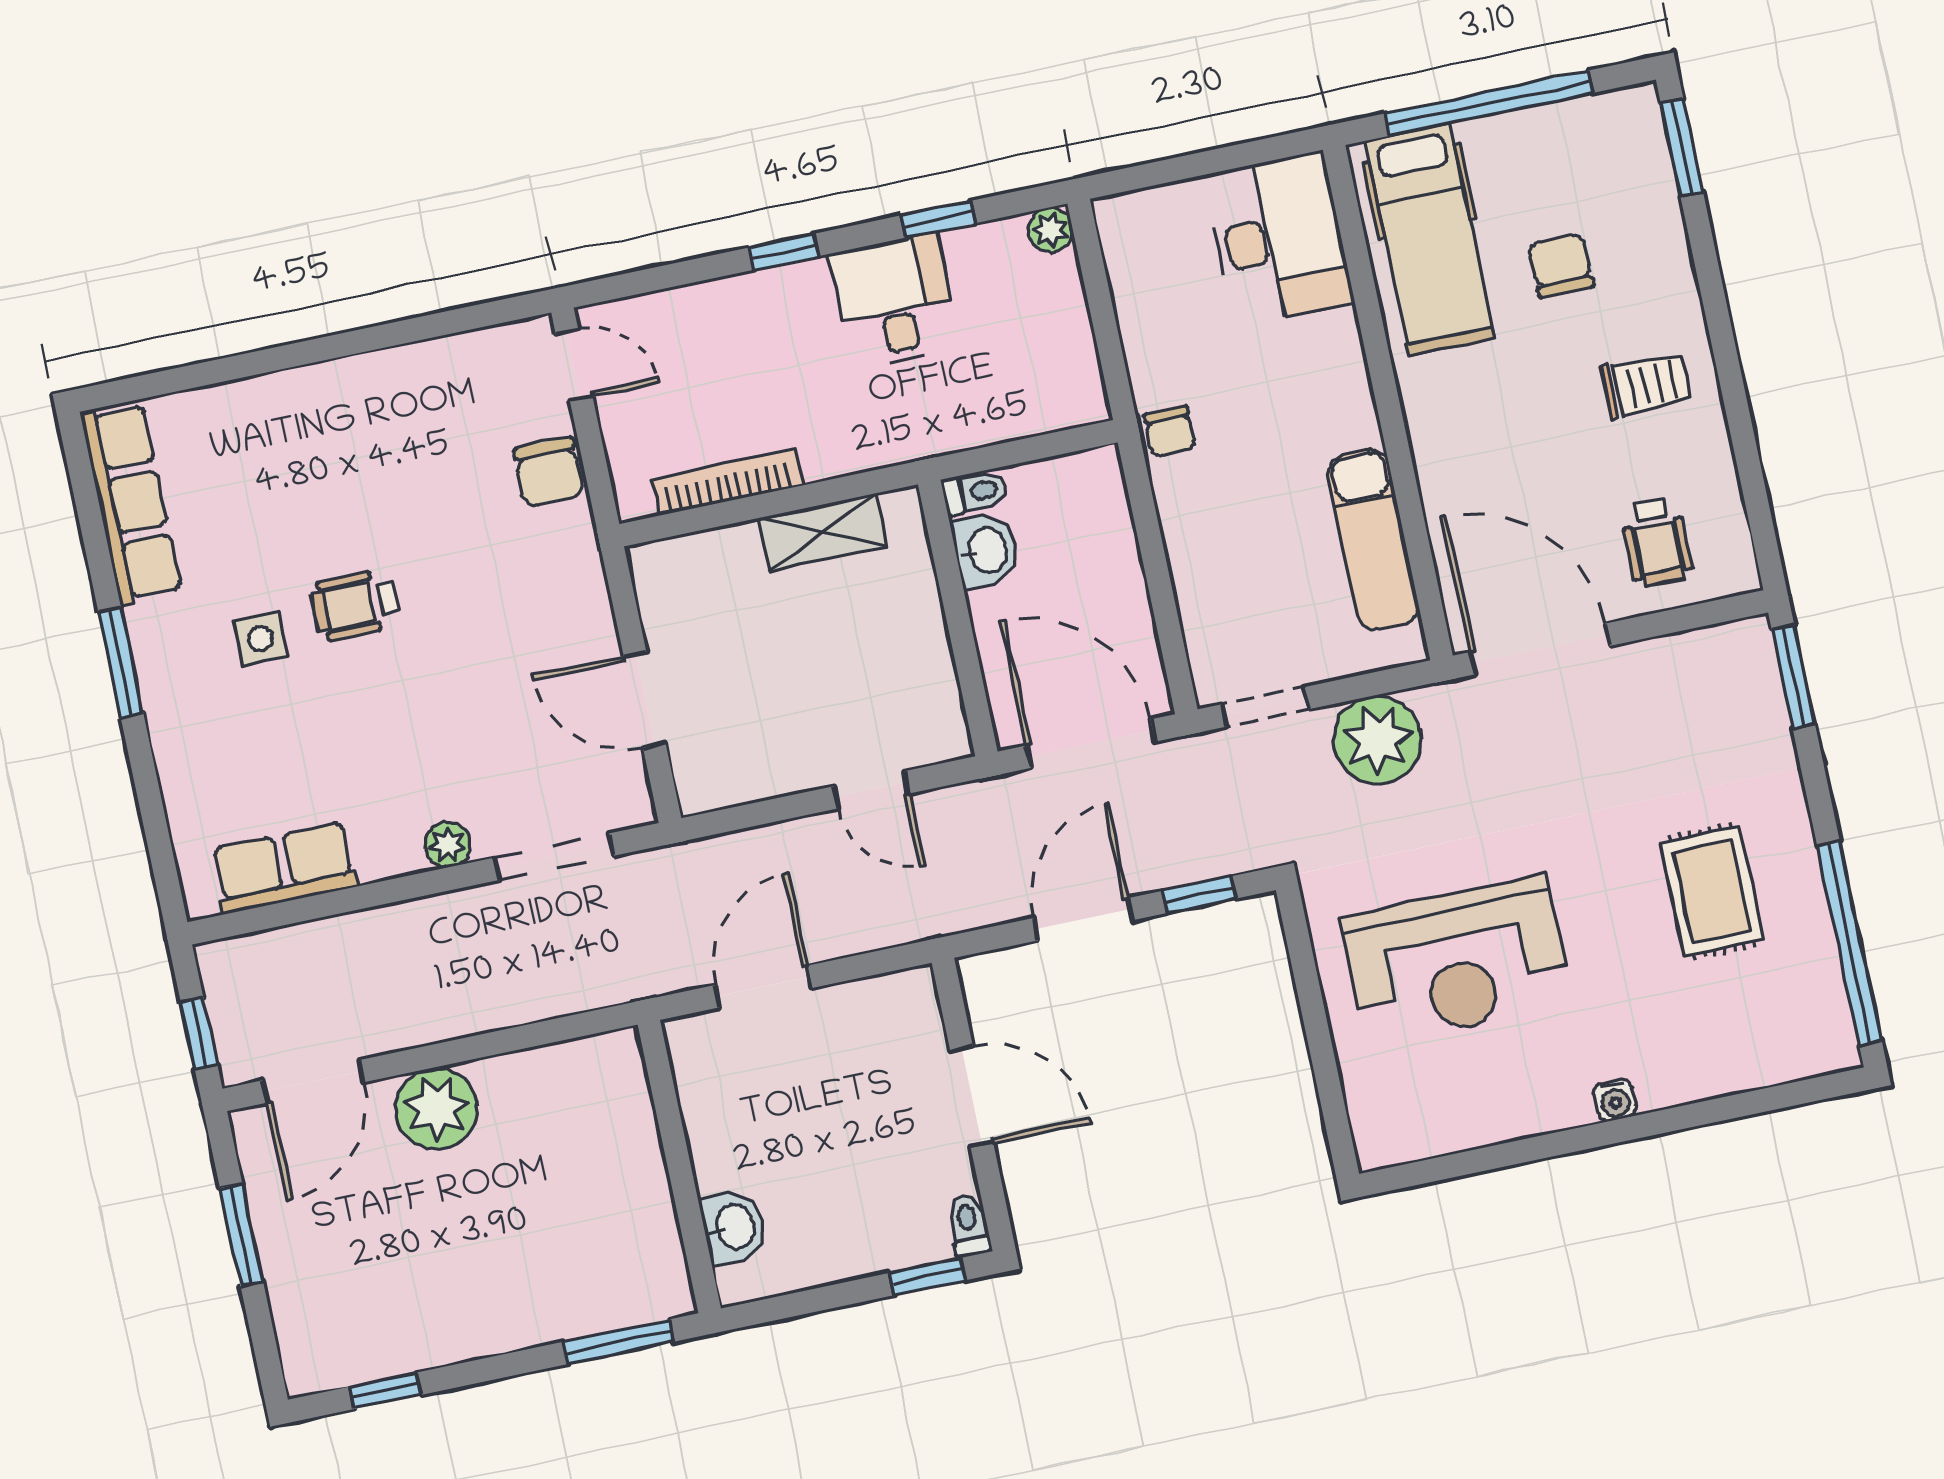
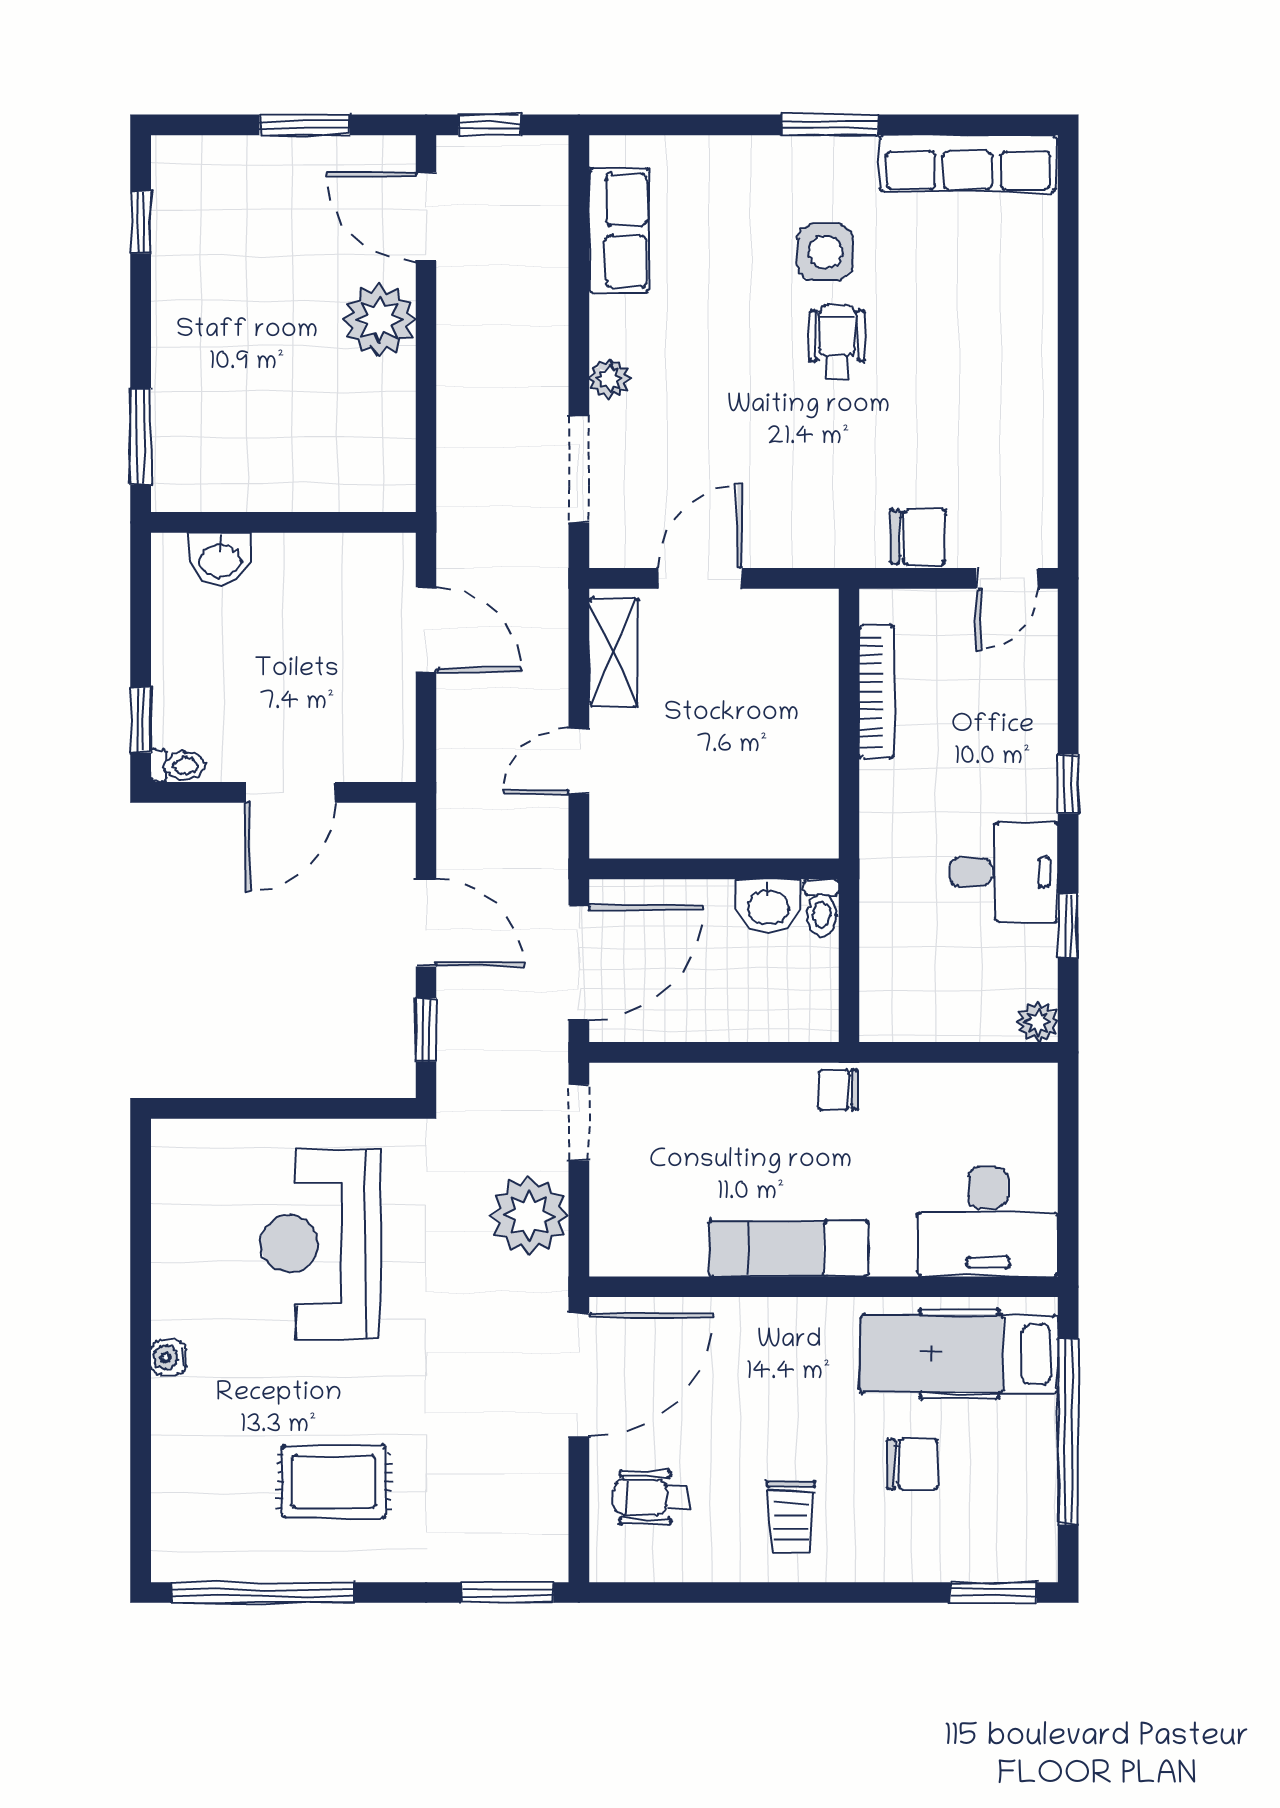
chair: (549, 472) -> (918, 537), turned 180
shelving: (823, 532) -> (613, 652), moved
exam couch: (1373, 540) -> (788, 1249), moved
side table: (260, 638) -> (825, 252), width x1.37, depth x1.37

